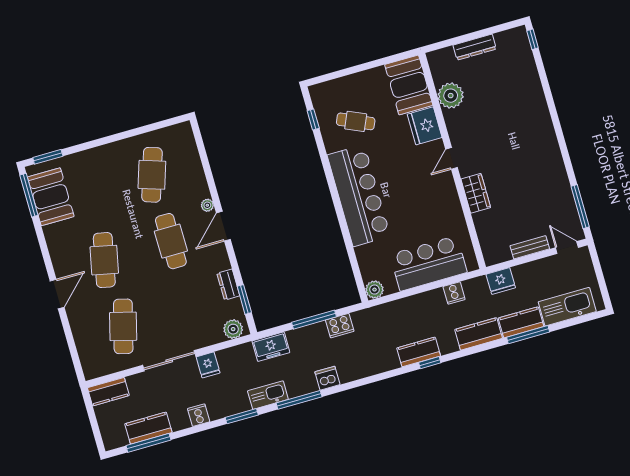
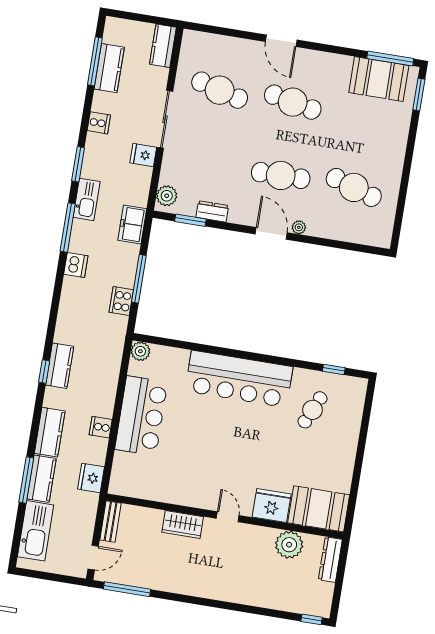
booth: (409, 85) -> (319, 509), moved
plant: (451, 96) -> (289, 545), moved
fridge: (425, 126) -> (272, 506), moved
door: (452, 158) -> (228, 517), moved
wall: (452, 161) -> (225, 516), moved
wardrobe: (476, 193) -> (183, 524), moved

